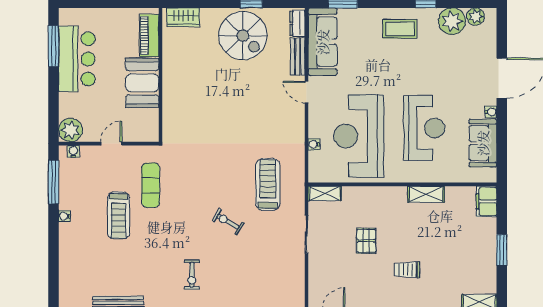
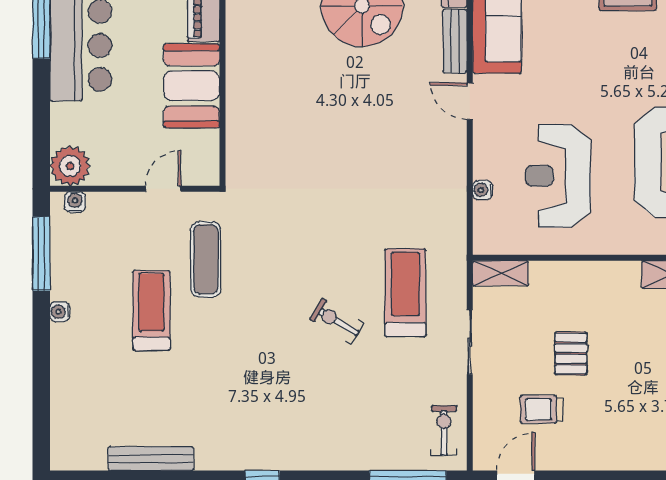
reception desk: (359, 136) -> (558, 176), width x0.74, depth x0.77
door: (111, 144) -> (163, 189), moved
treadmill: (268, 184) -> (405, 293), moved
treadmill: (119, 215) -> (151, 310), turned 180
trolley: (407, 270) -> (541, 409), moved
exercise bike: (192, 275) -> (444, 430), moved, turned 180

